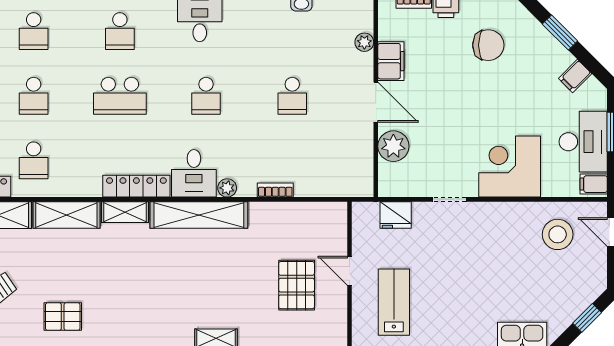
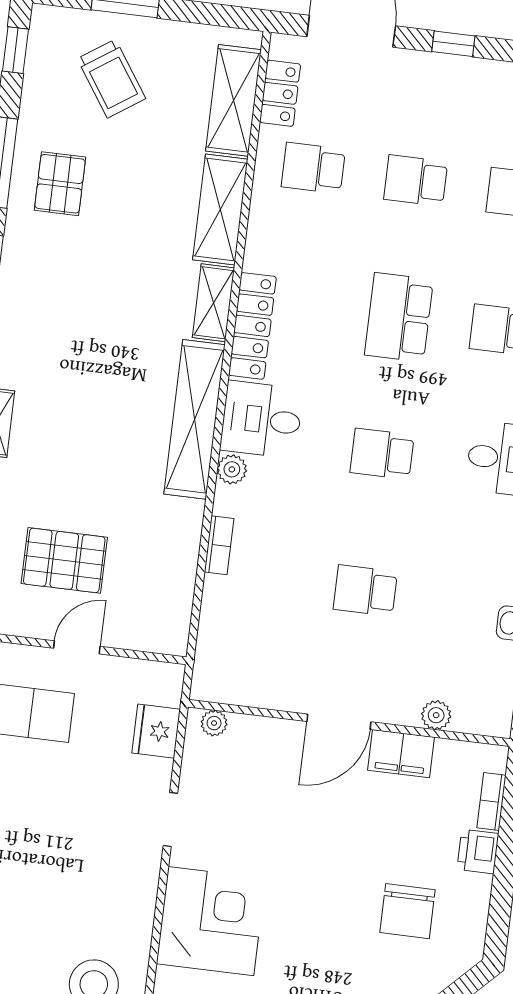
plant: (393, 146) -> (214, 723), moved, width x0.53, depth x0.53

